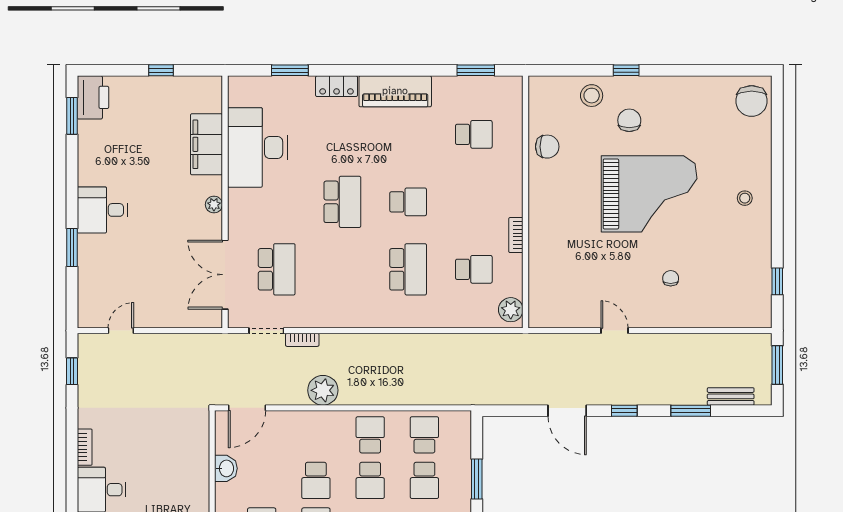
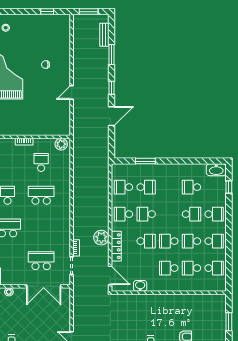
locker: (306, 420) -> (116, 246), added
school desk: (370, 480) -> (146, 214), turned 180

